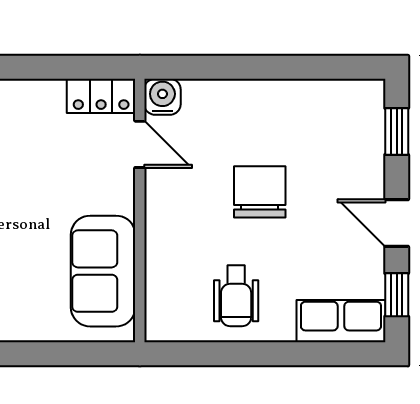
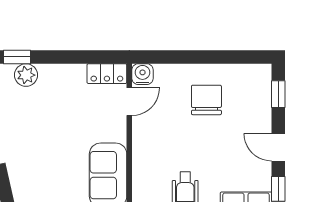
door: (140, 144) -> (129, 102), hinge flipped
chair: (260, 192) -> (206, 100), moved

